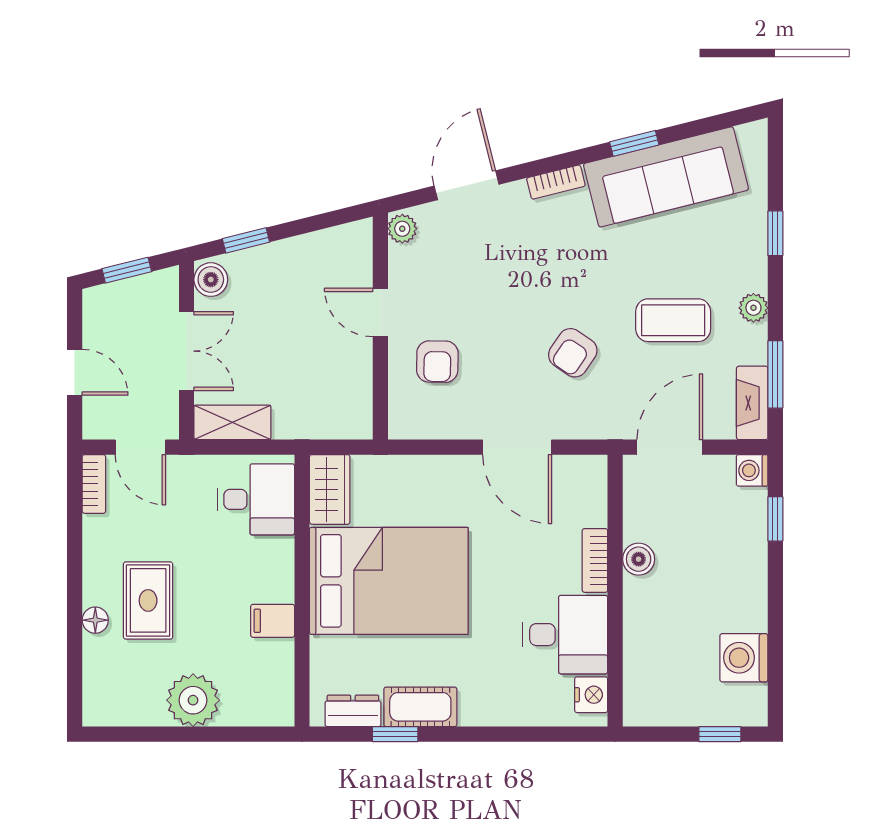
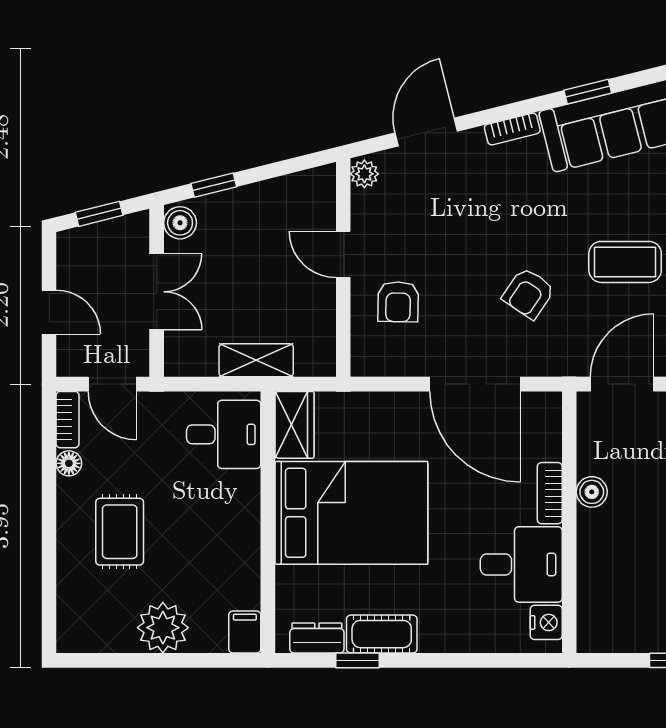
shelving: (232, 422) -> (256, 360), moved
door: (517, 447) -> (475, 384), width x1.36
floor lamp: (95, 620) -> (69, 463), moved
filing cabinet: (273, 621) -> (245, 632), moved, turned 90

